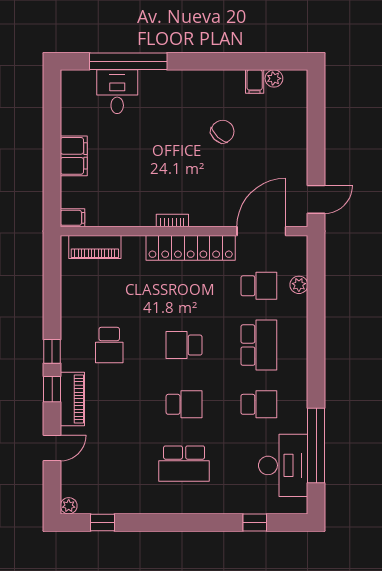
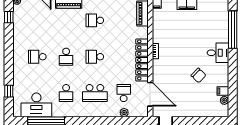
desk: (117, 92) -> (218, 53), moved
school desk: (259, 286) -> (124, 93), turned 180
school desk: (184, 345) -> (95, 57), turned -90
school desk: (184, 464) -> (37, 57), width x0.54

